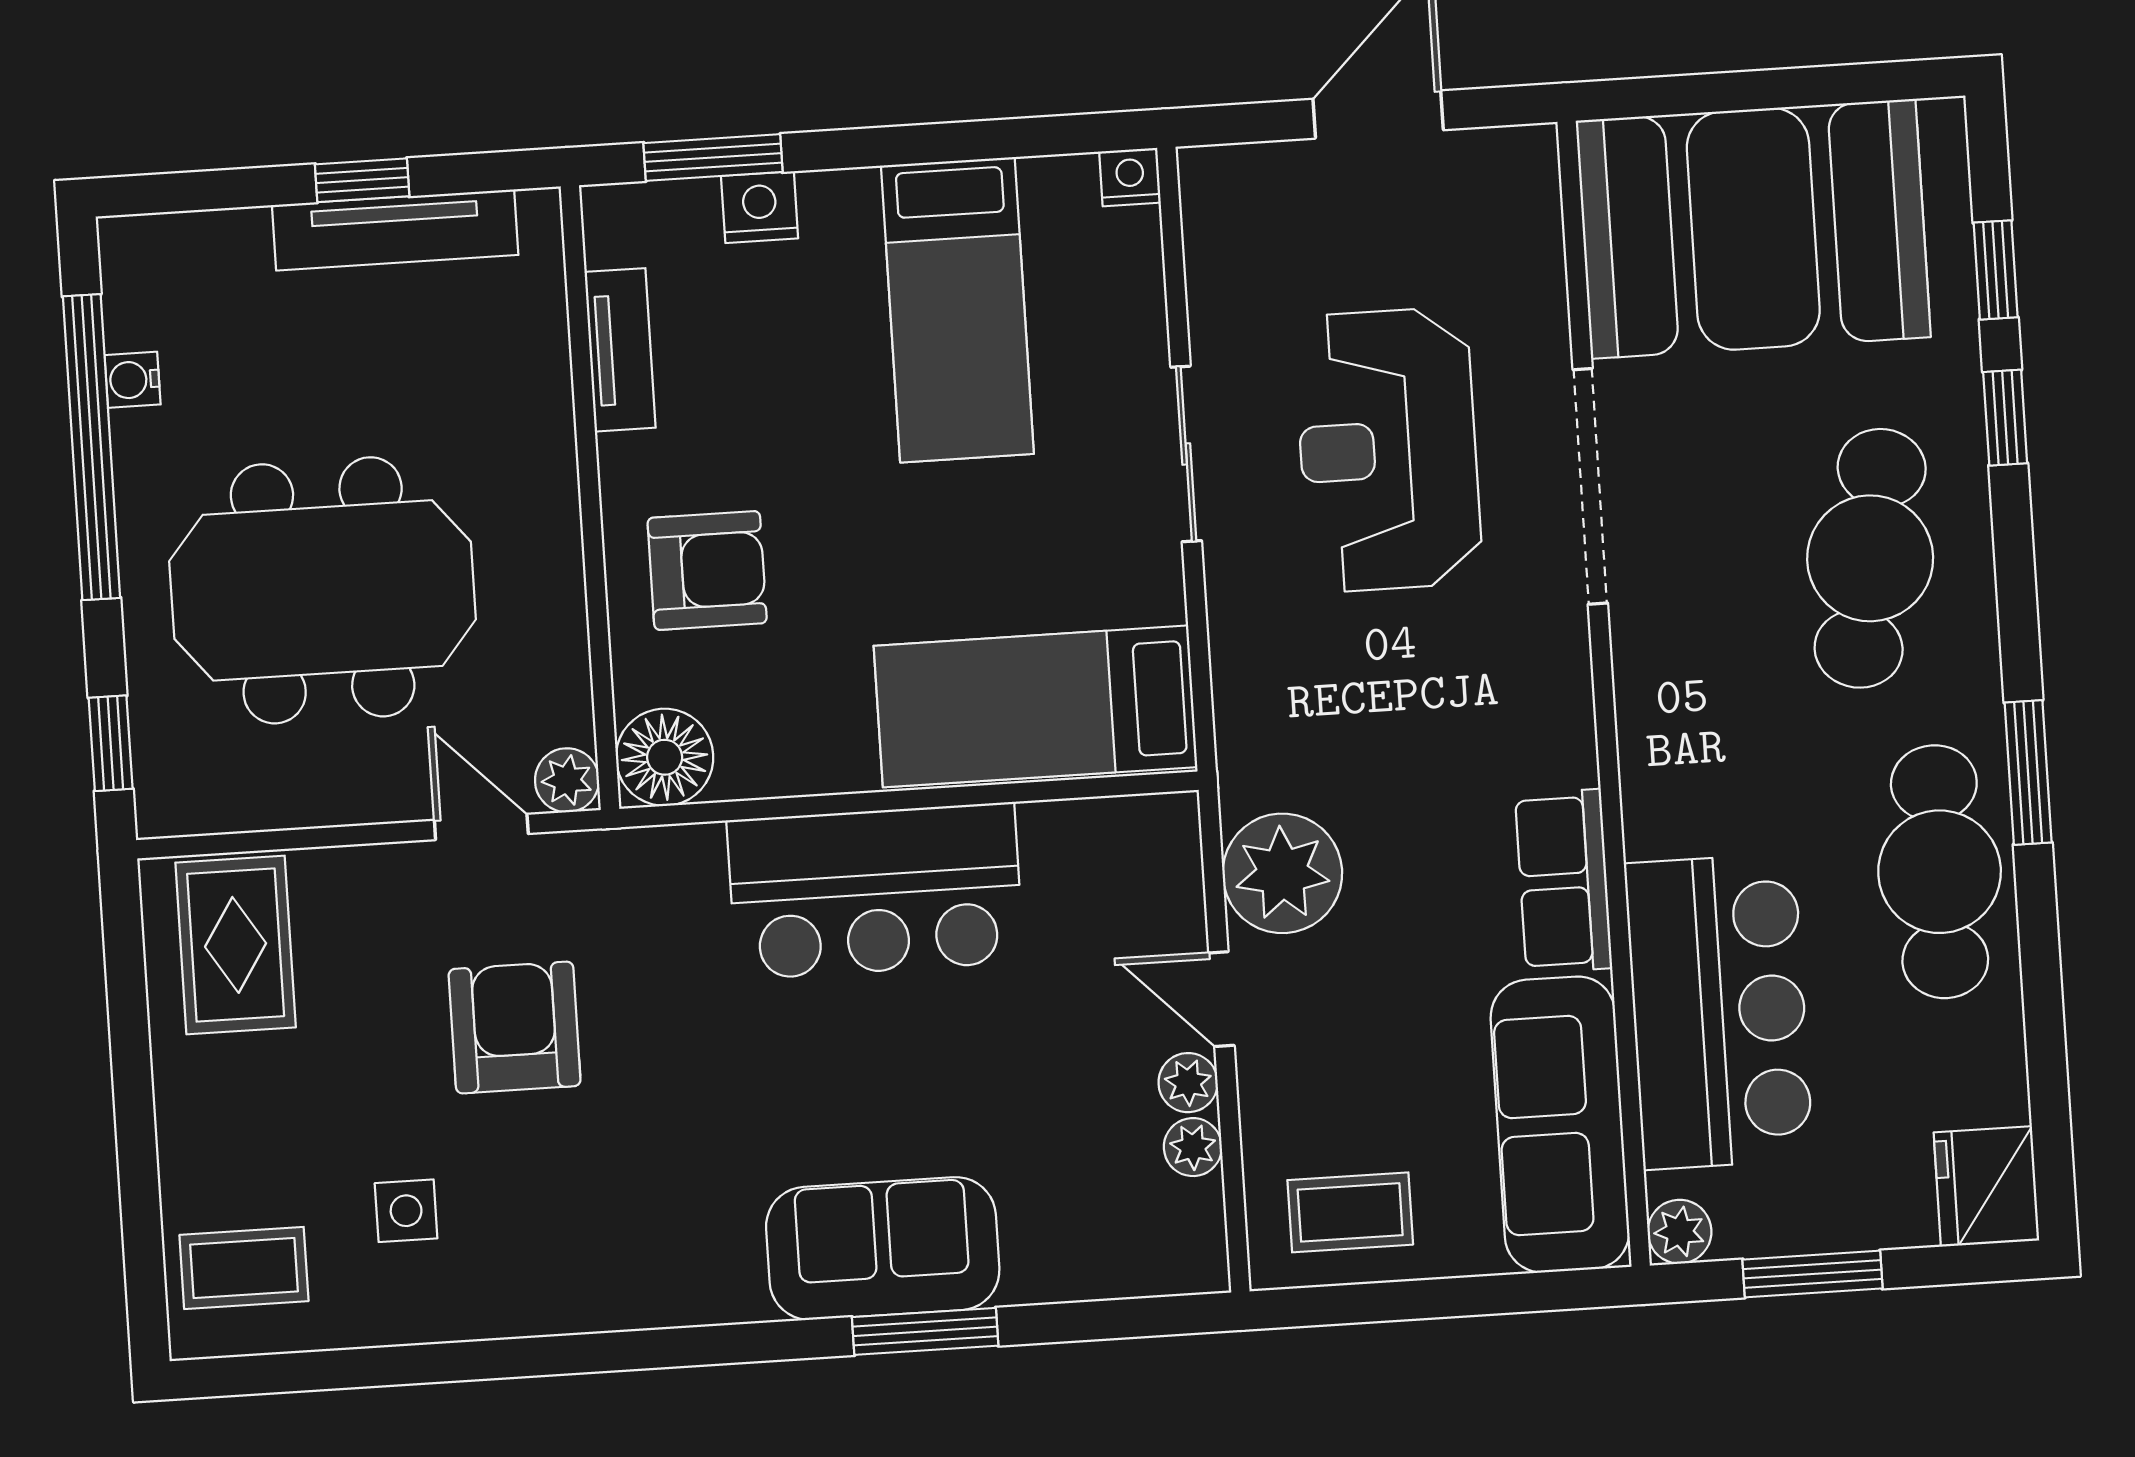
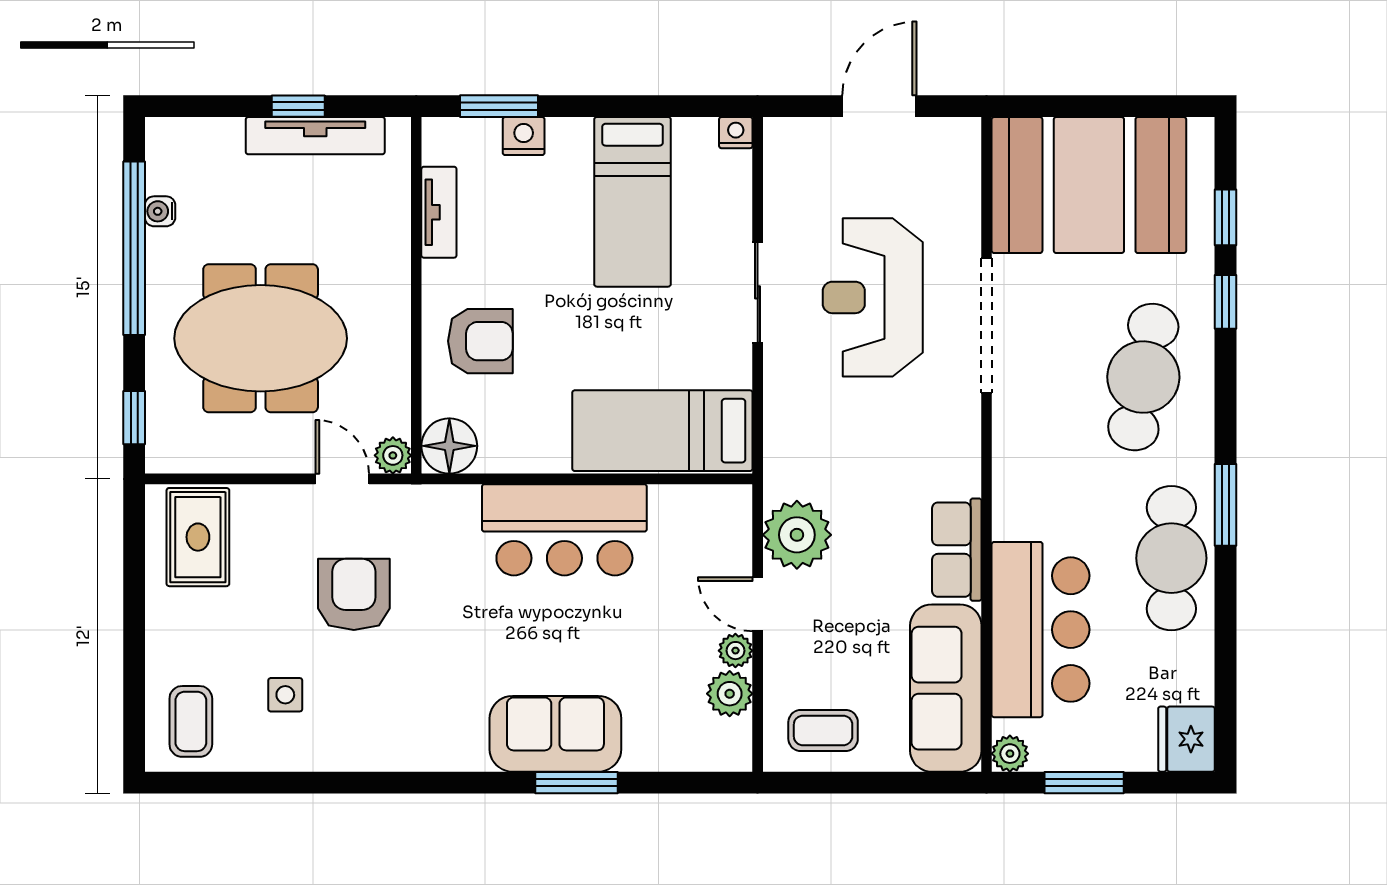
plant: (1193, 1147) -> (730, 694), width x1.38, depth x1.38
coffee table: (244, 1268) -> (191, 721), turned 90

